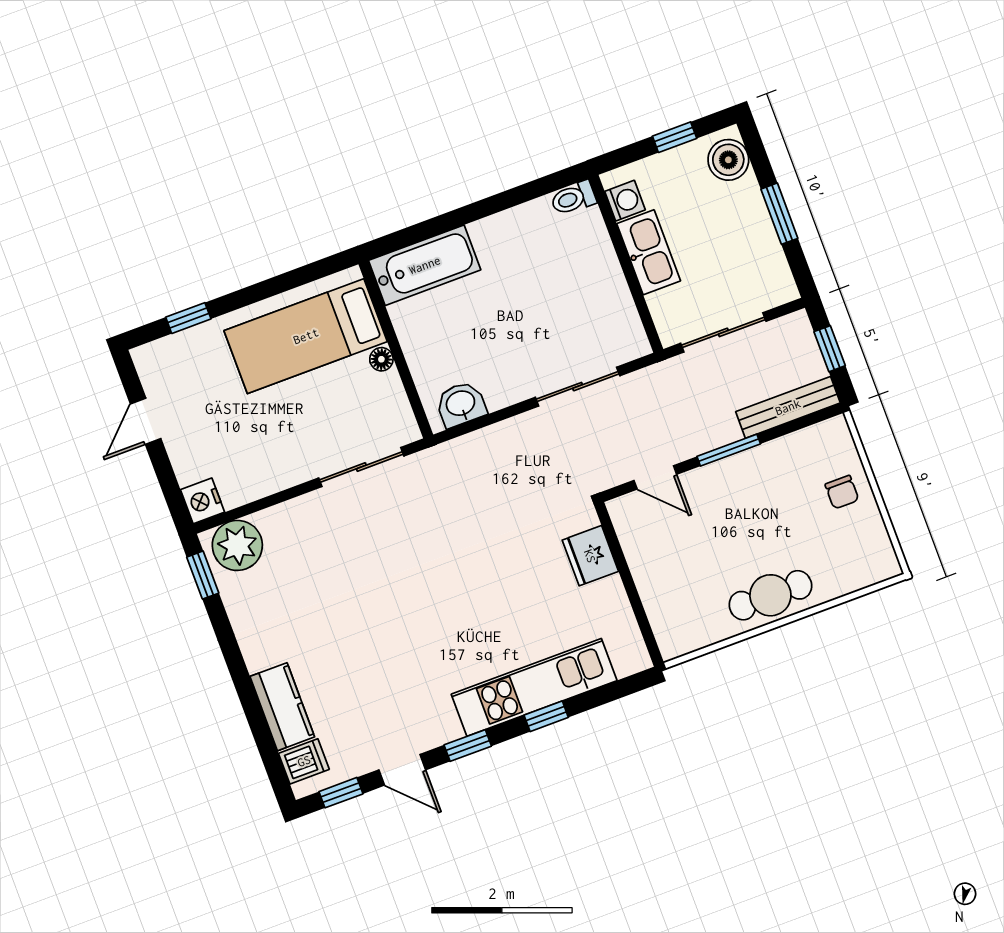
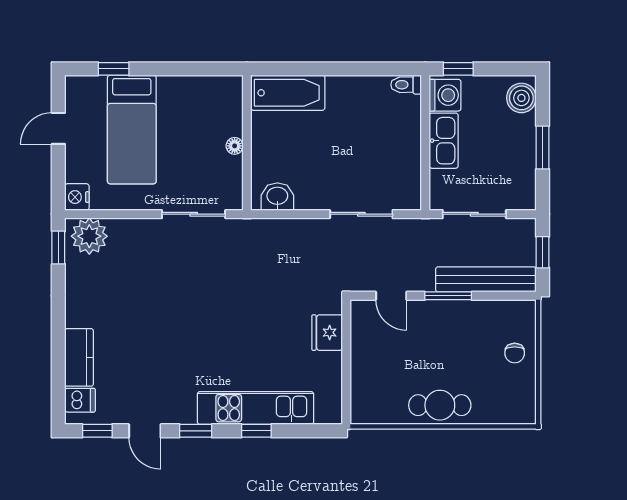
window: (675, 137) -> (458, 69), moved
washing machine: (625, 201) -> (445, 95), width x1.38, depth x1.38
bed: (306, 336) -> (132, 130), moved, turned -90
bench: (788, 407) -> (486, 279), width x1.37, depth x1.21

